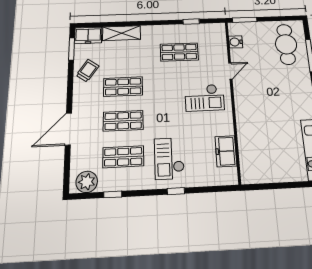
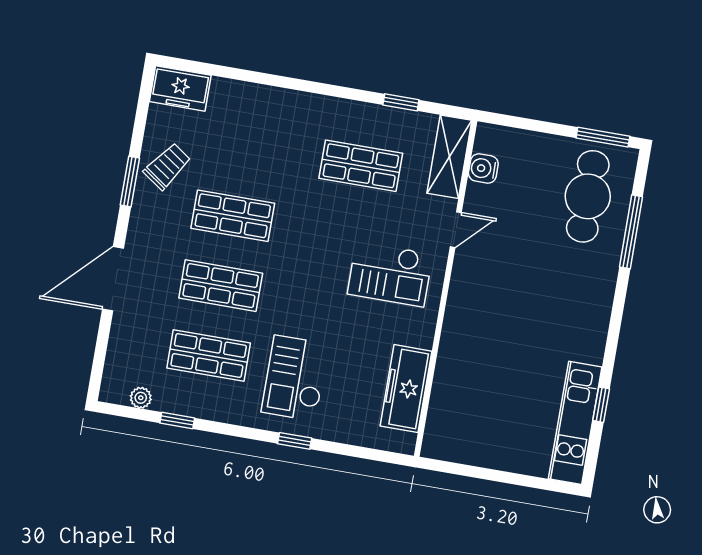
window: (245, 20) -> (603, 137), moved
shelving: (122, 33) -> (449, 157), moved, turned 90
window: (72, 49) -> (130, 182), moved
freezer: (226, 151) -> (406, 389), width x1.40
plant: (87, 182) -> (141, 398), width x0.53, depth x0.53

